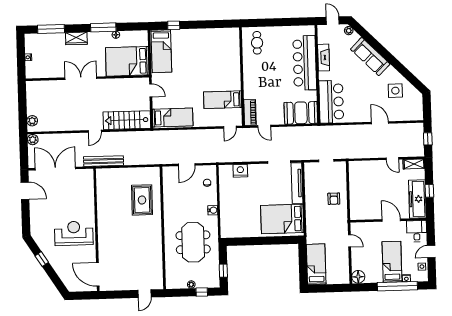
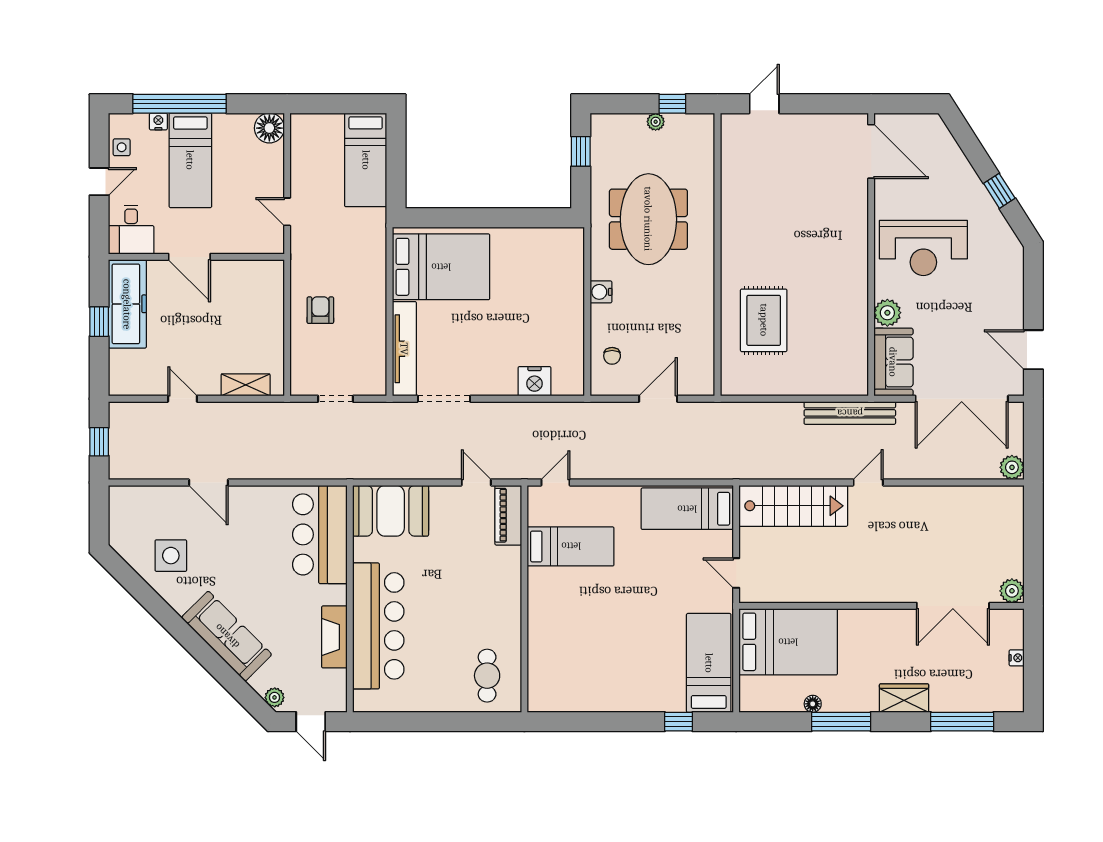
double door: (81, 78) -> (953, 606), moved
plant: (32, 121) -> (1012, 591), moved
shelving: (414, 164) -> (246, 385), moved
sofa: (85, 184) -> (893, 362), added
plant: (89, 205) -> (887, 313), added
window: (202, 292) -> (672, 104), moved

